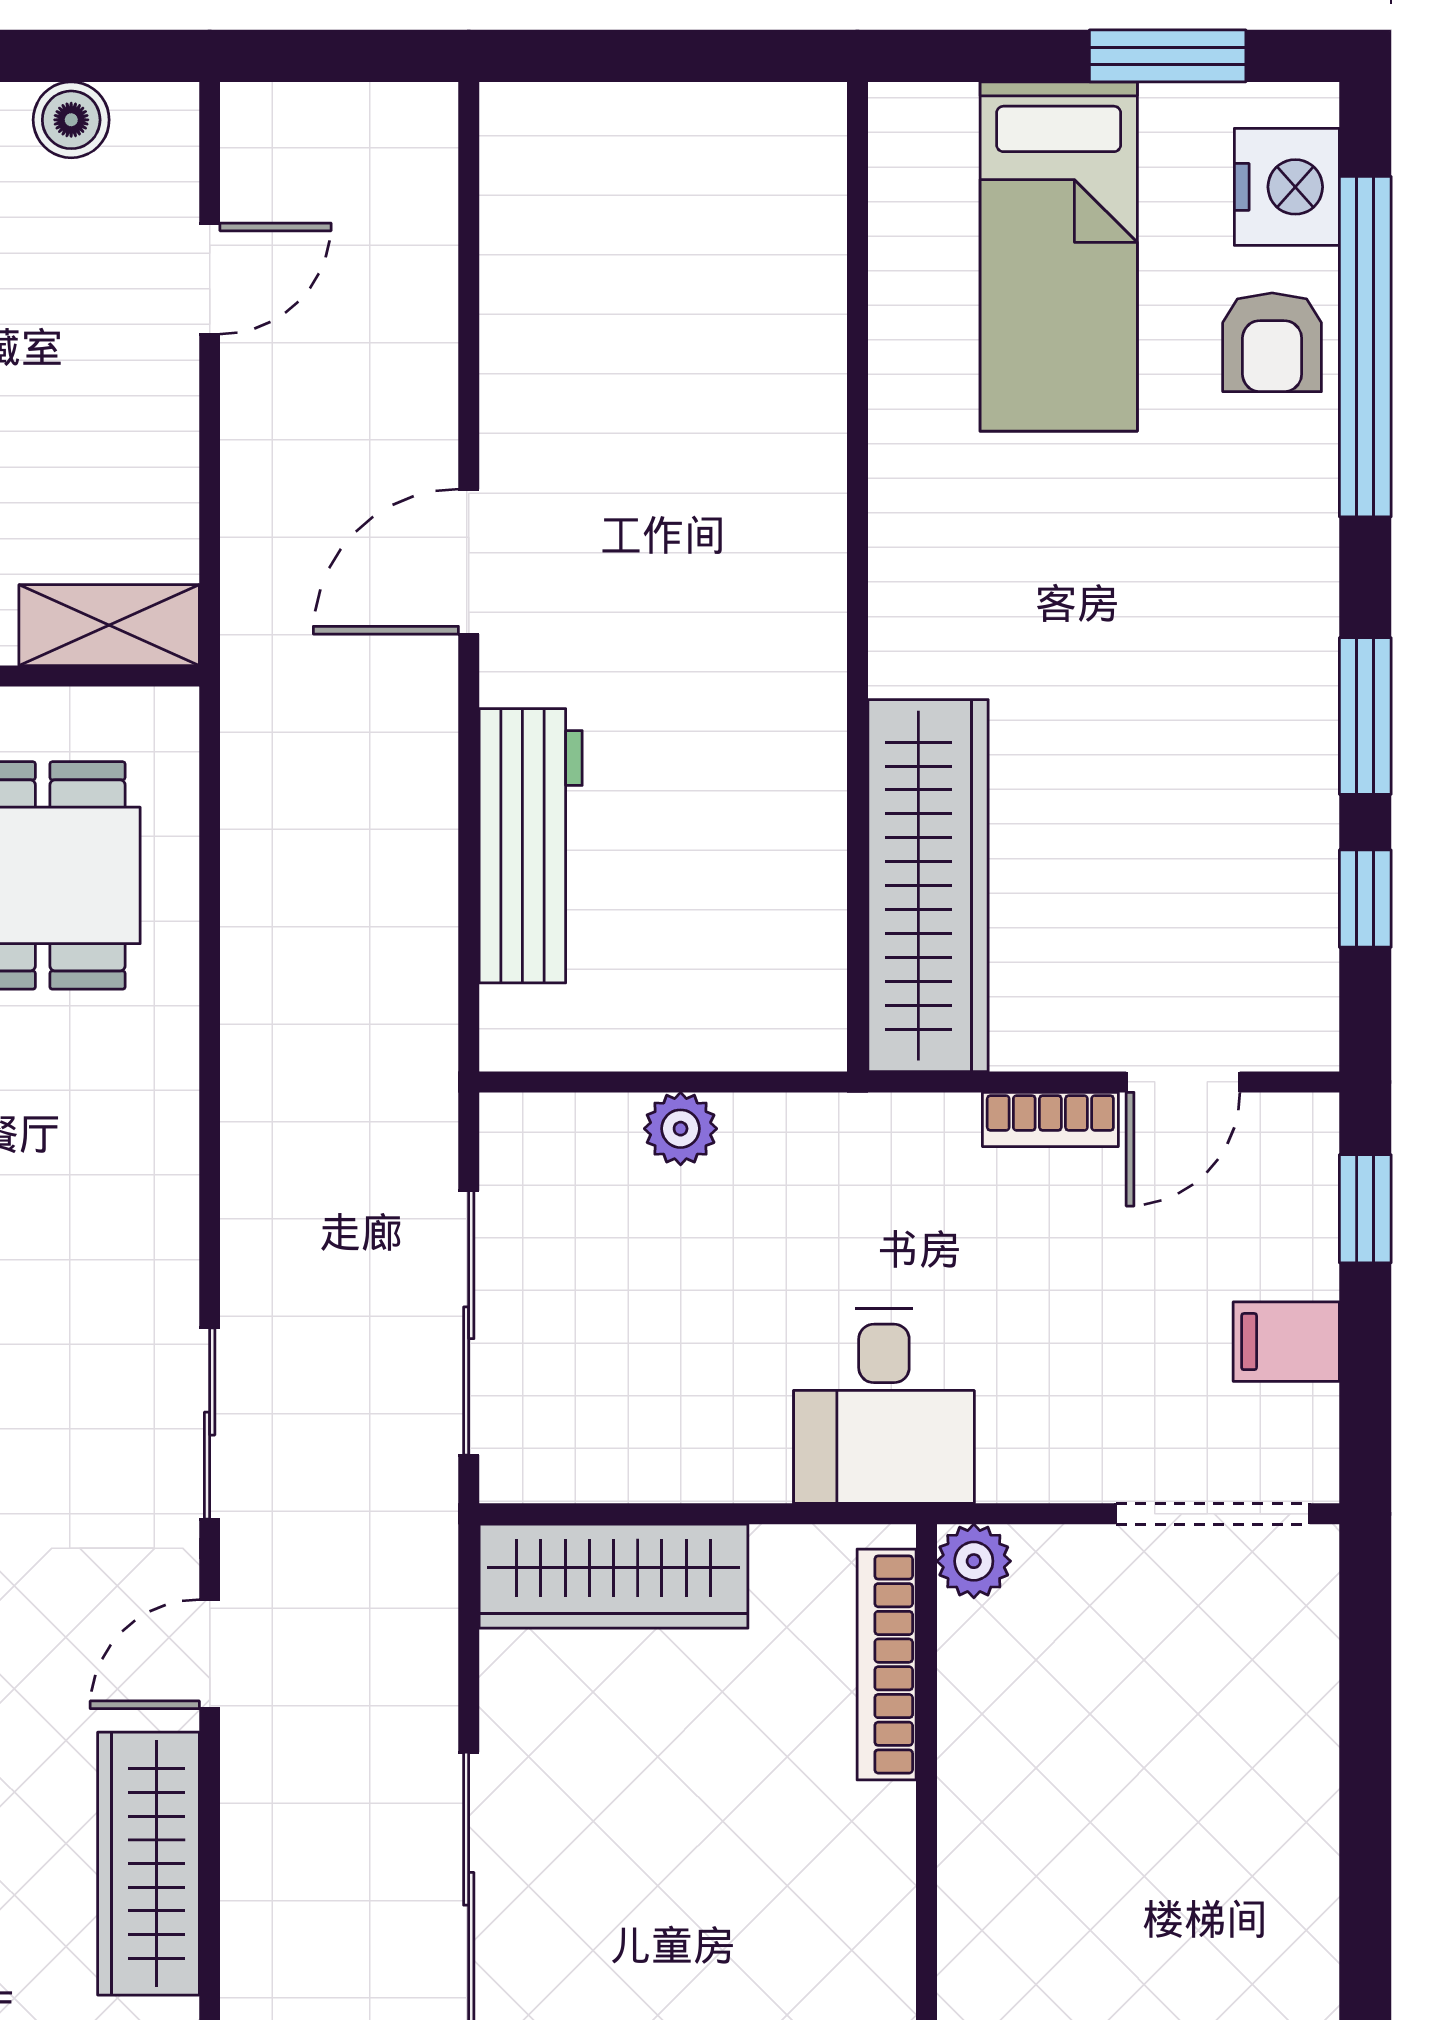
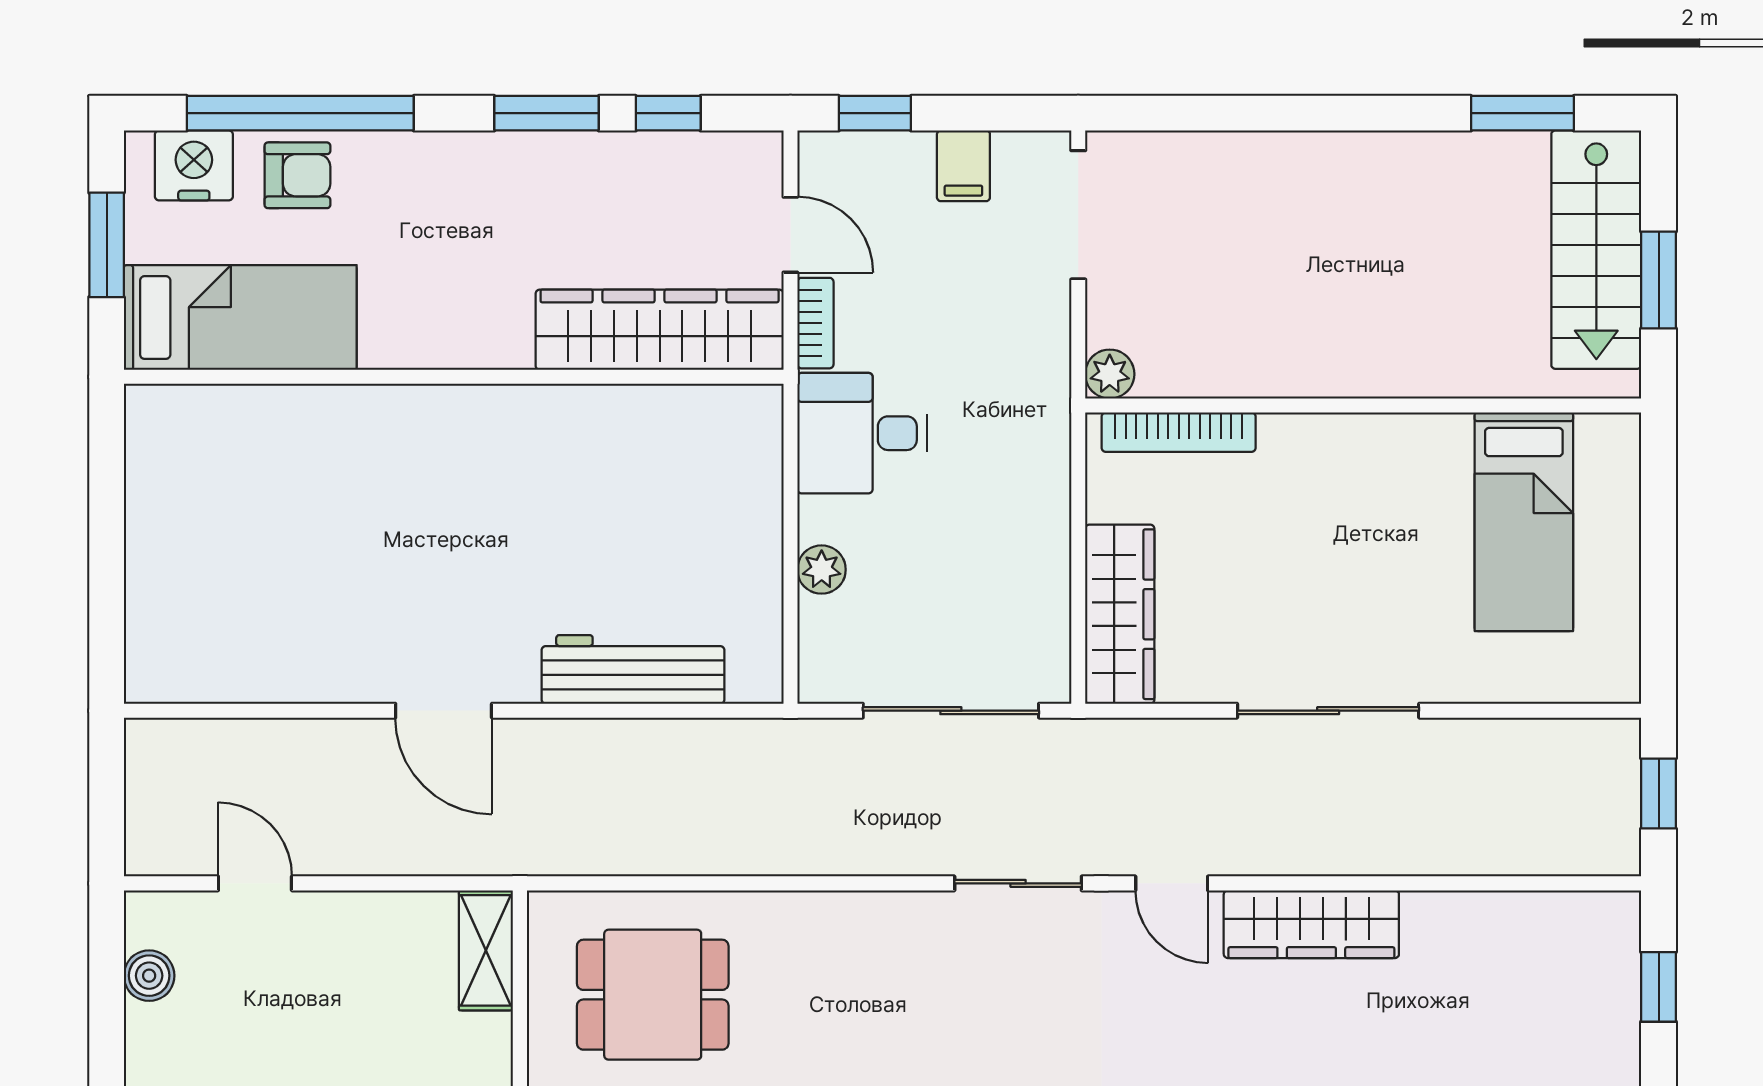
wall: (857, 577) -> (454, 377), moved
wardrobe: (928, 886) -> (660, 330), moved
desk: (884, 1406) -> (862, 433), moved, turned 180

